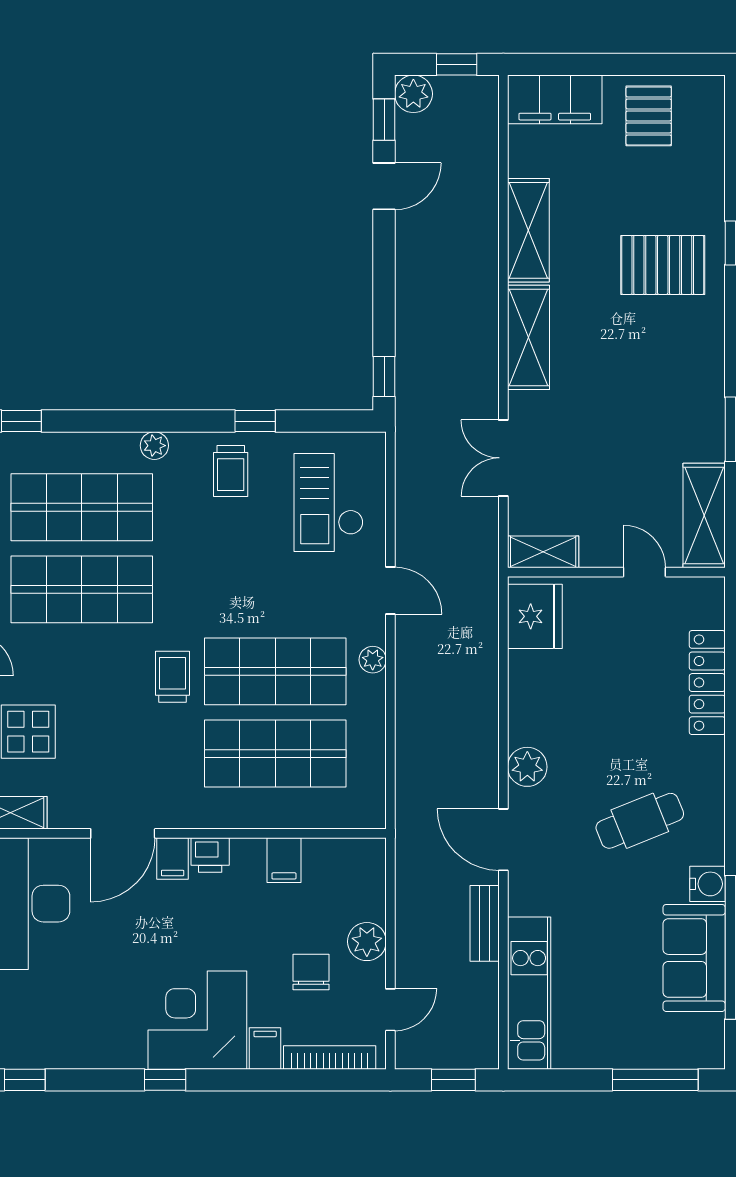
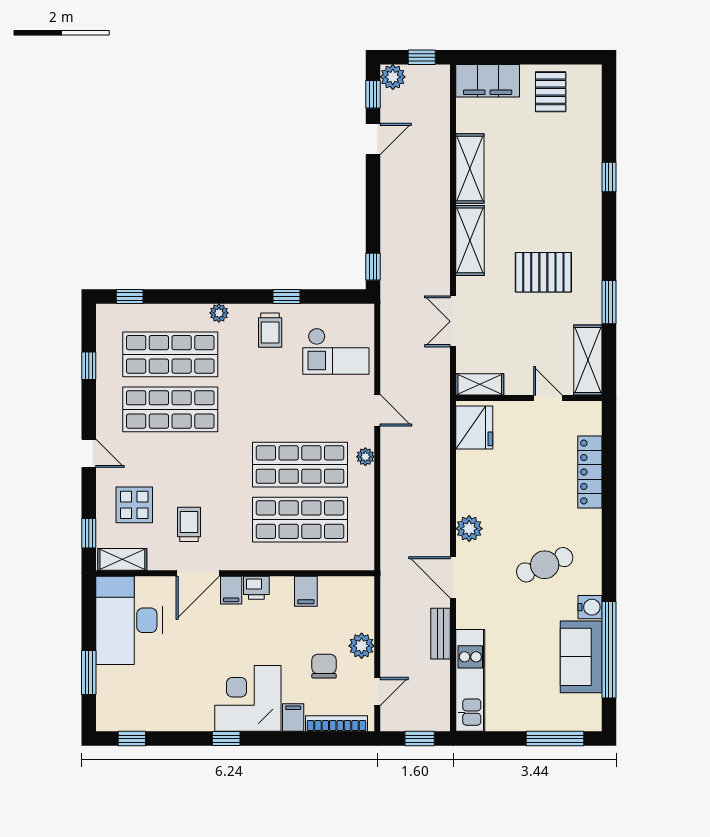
pallet: (663, 265) -> (543, 272), moved
checkout: (329, 503) -> (336, 351), turned -90
trolley: (172, 677) -> (189, 524), moved

